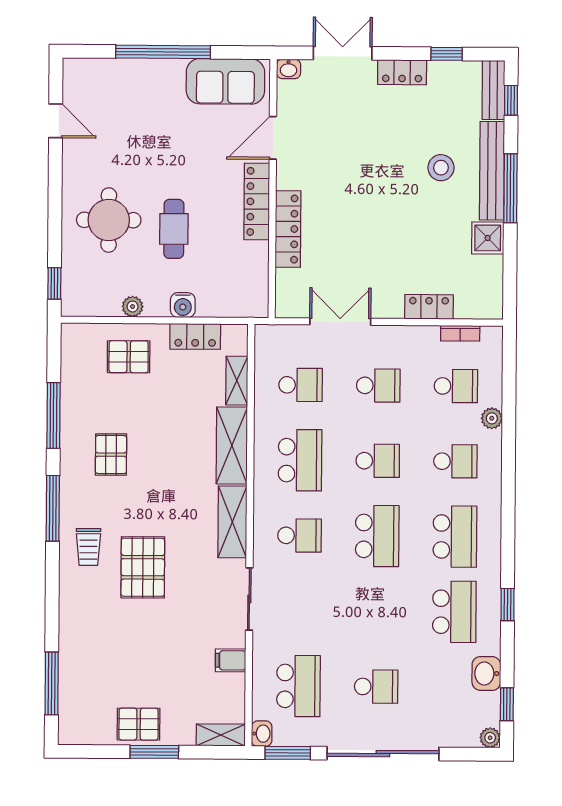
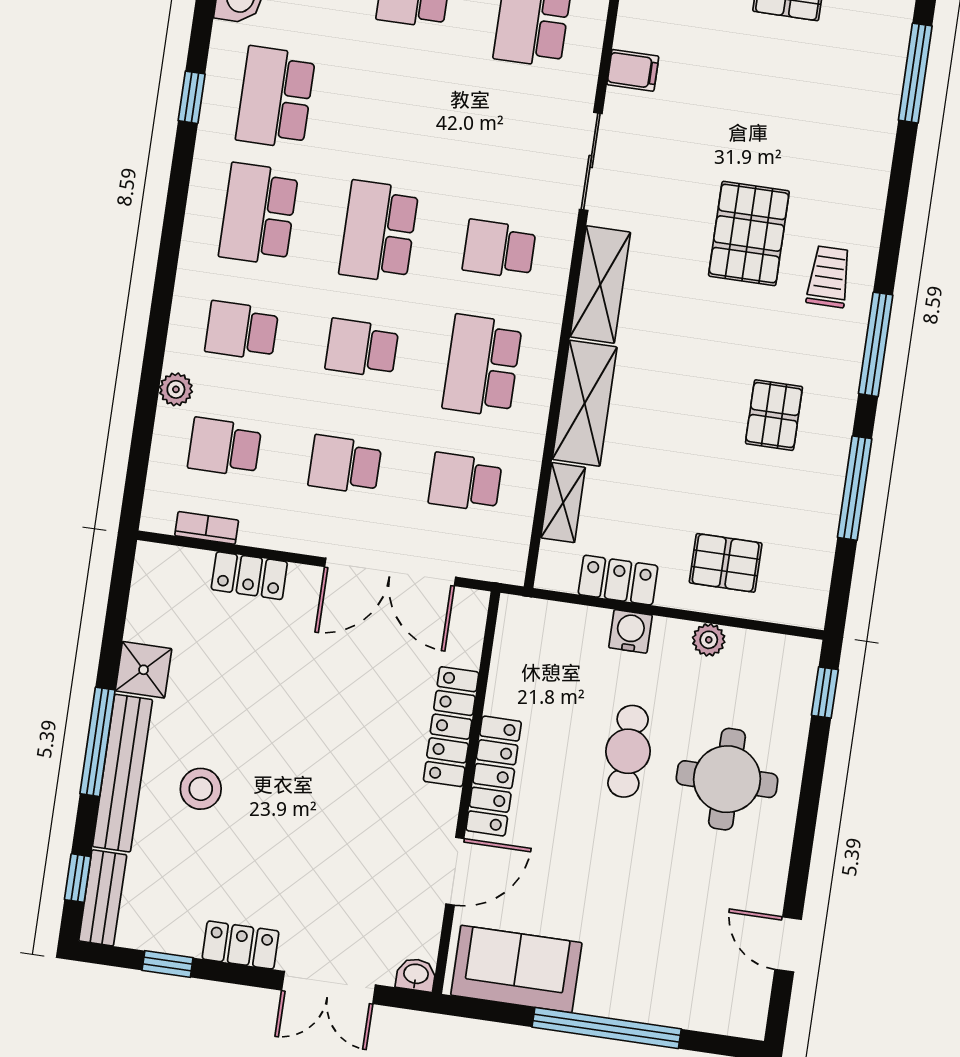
double door: (340, 322) -> (390, 572), width x1.37

